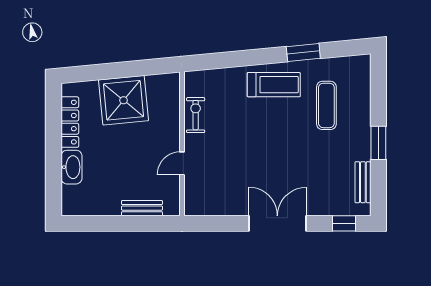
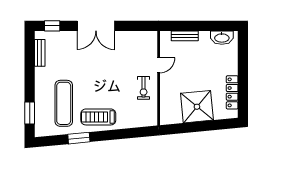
exercise mat: (326, 105) -> (64, 103), width x1.36, depth x1.45
exercise bike: (196, 115) -> (144, 88), moved
window: (378, 143) -> (30, 113), moved
washbasin: (71, 167) -> (222, 38), moved, turned -90

